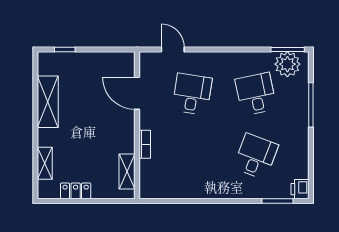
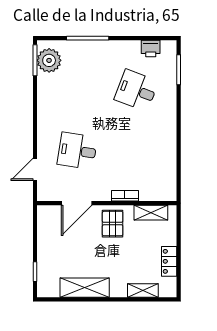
desk: (256, 94) -> (77, 90), removed
pallet: (115, 131) -> (113, 224), added
printer: (300, 189) -> (151, 49), moved

